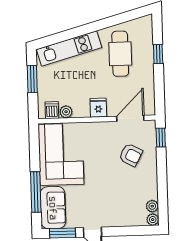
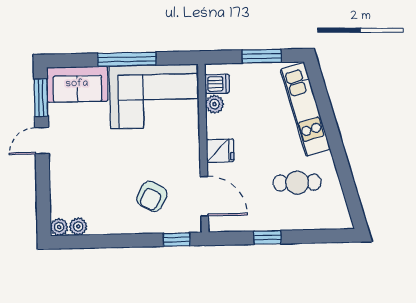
cafe table: (120, 54) -> (297, 183), width x0.73, depth x0.74
window: (158, 54) -> (268, 237), moved
window: (36, 192) -> (127, 59), moved

